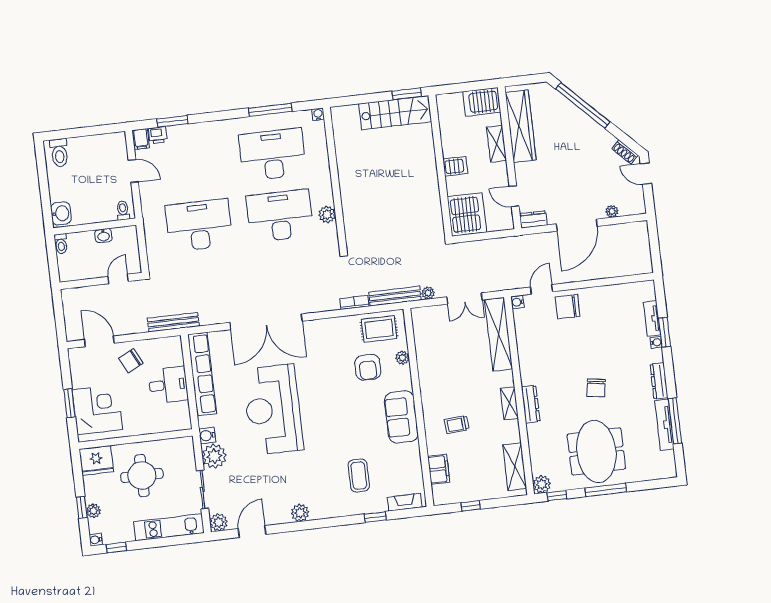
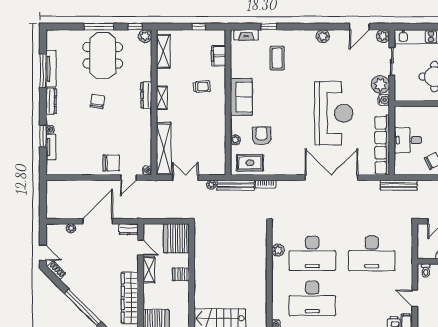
shelving: (496, 144) -> (149, 270), moved

